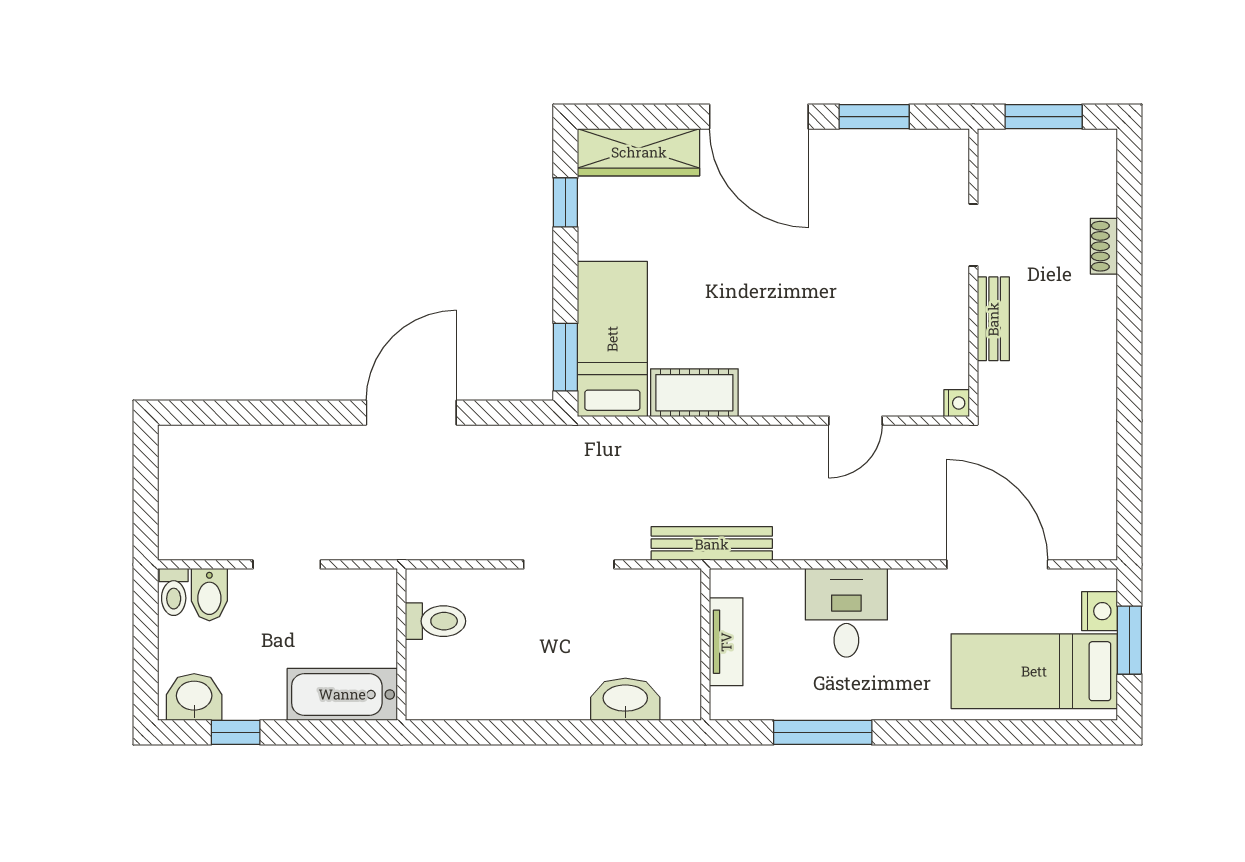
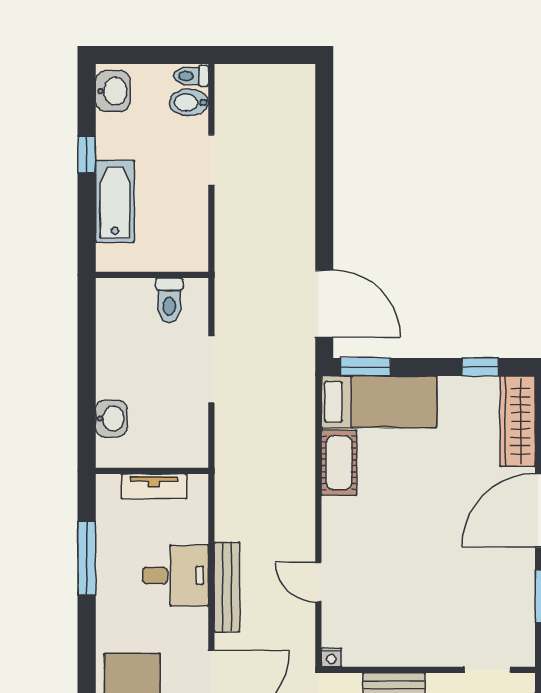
doorway: (973, 235) -> (487, 670), moved
door: (411, 413) -> (324, 304), moved
bench: (712, 544) -> (227, 587), moved
toilet: (436, 621) -> (169, 300), moved
wall: (401, 644) -> (152, 275), moved
washbasin: (625, 699) -> (111, 418), width x0.72
window: (236, 732) -> (87, 155), moved

